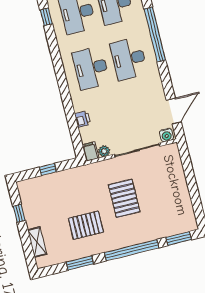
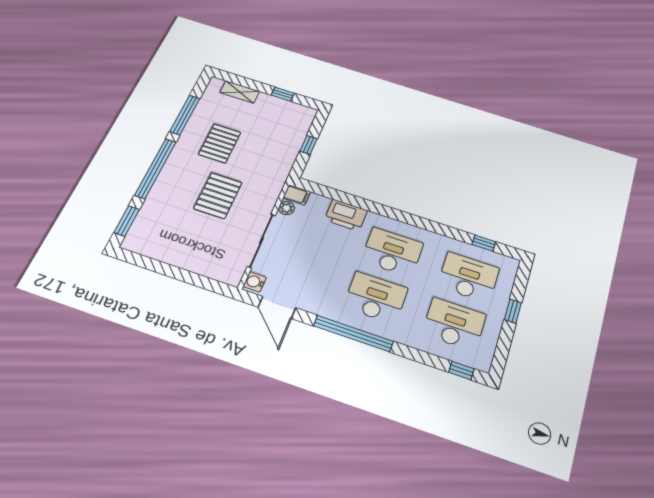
window: (155, 35) -> (353, 334), moved
printer: (83, 119) -> (346, 215), width x1.87, depth x1.48
pallet: (124, 198) -> (218, 196), turned 90
window: (80, 263) -> (185, 115), width x1.44

